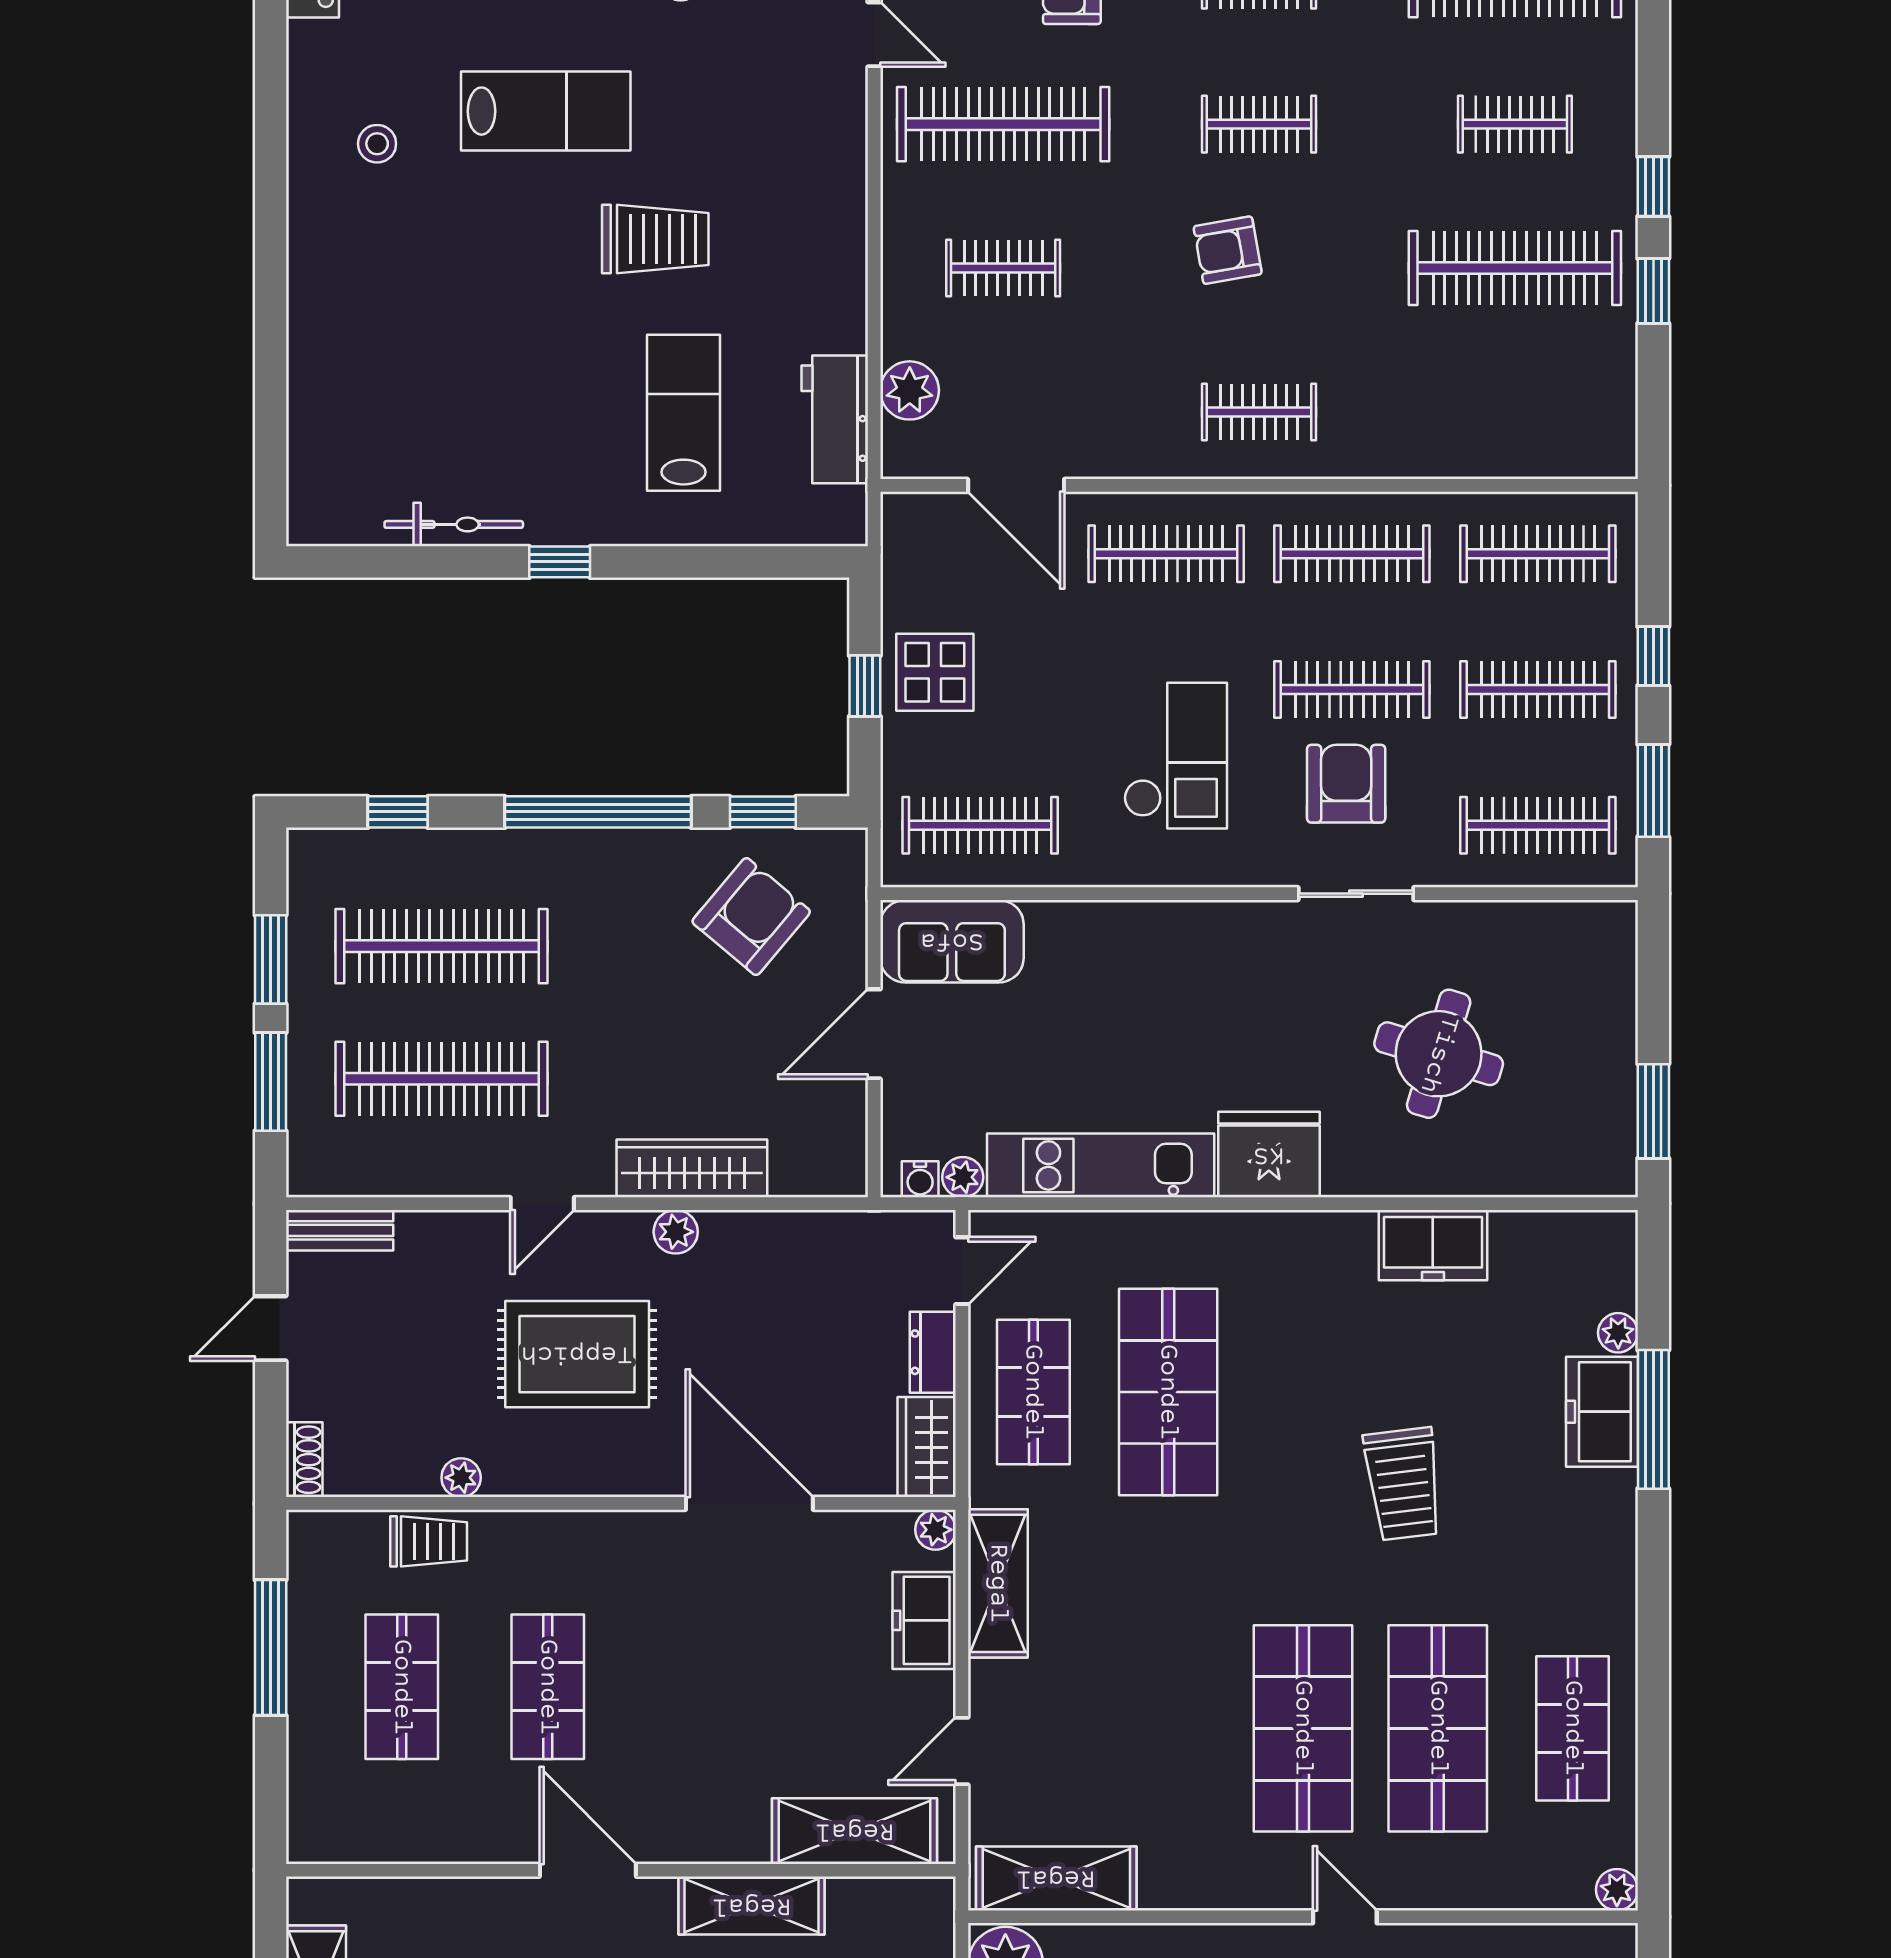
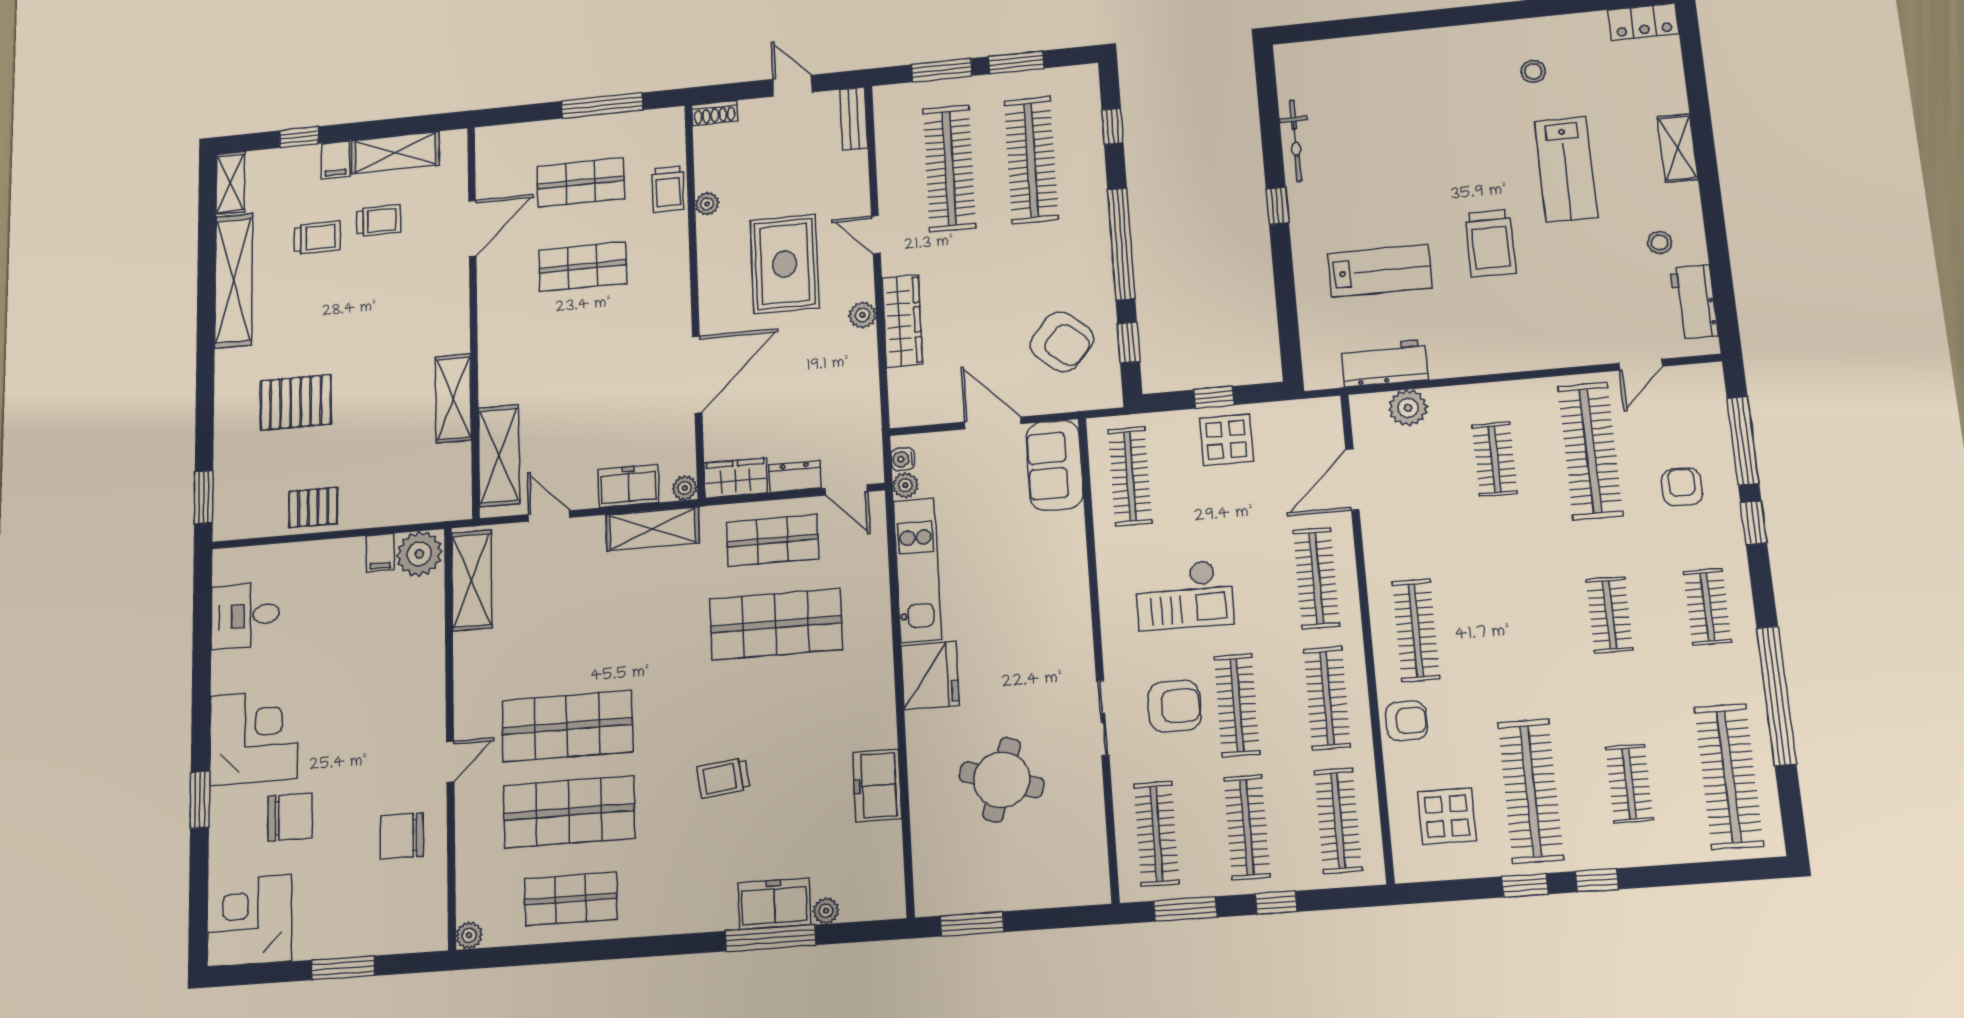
armchair: (1228, 250) -> (1406, 721), moved, turned 100
display table: (1543, 394) -> (1447, 816), added
clothes rail: (1259, 412) -> (1416, 630), width x1.36
trolley: (1403, 1484) -> (723, 778), width x0.73, depth x0.72
door: (588, 1870) -> (472, 228), moved

